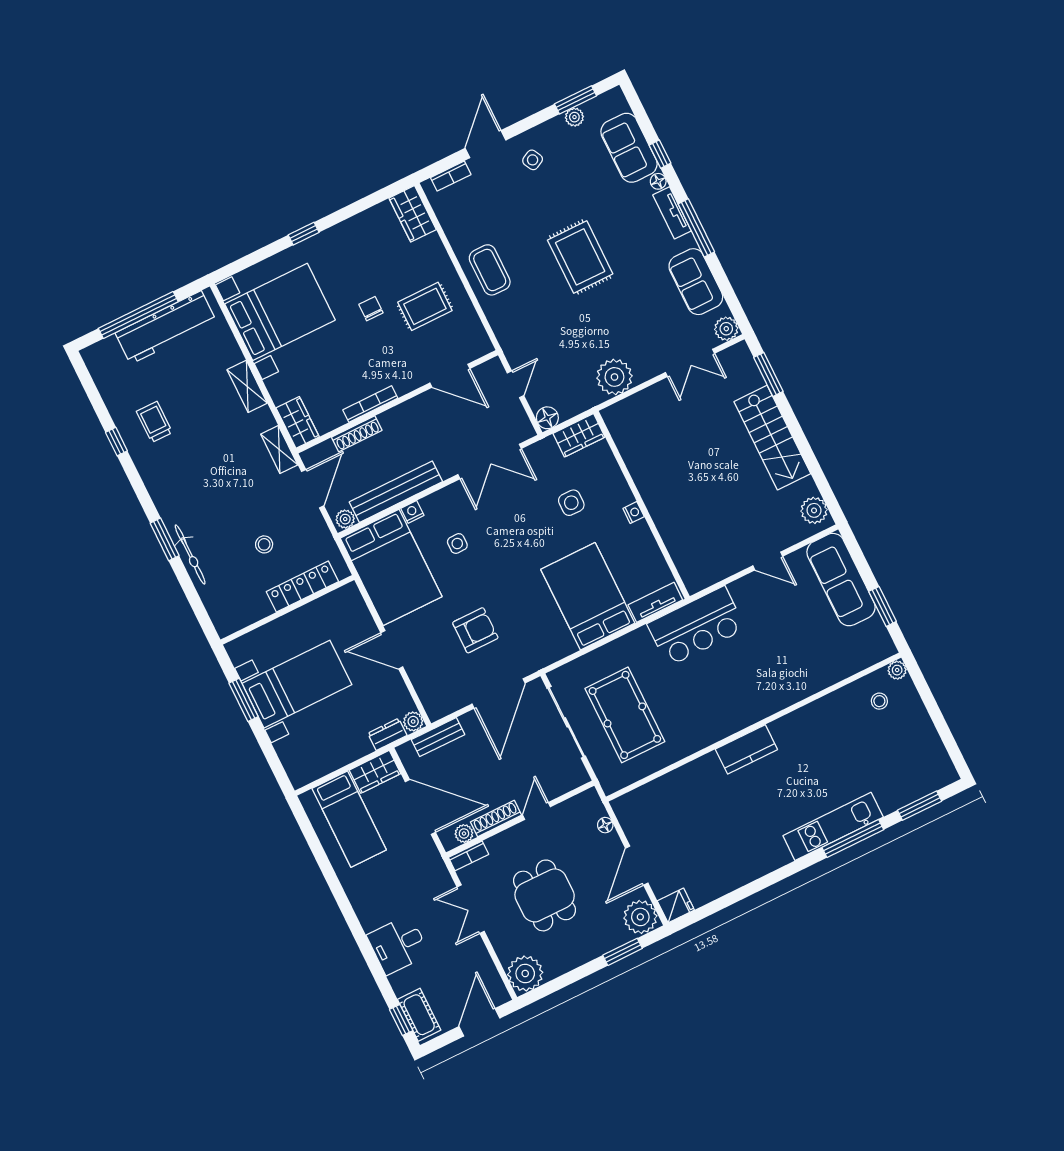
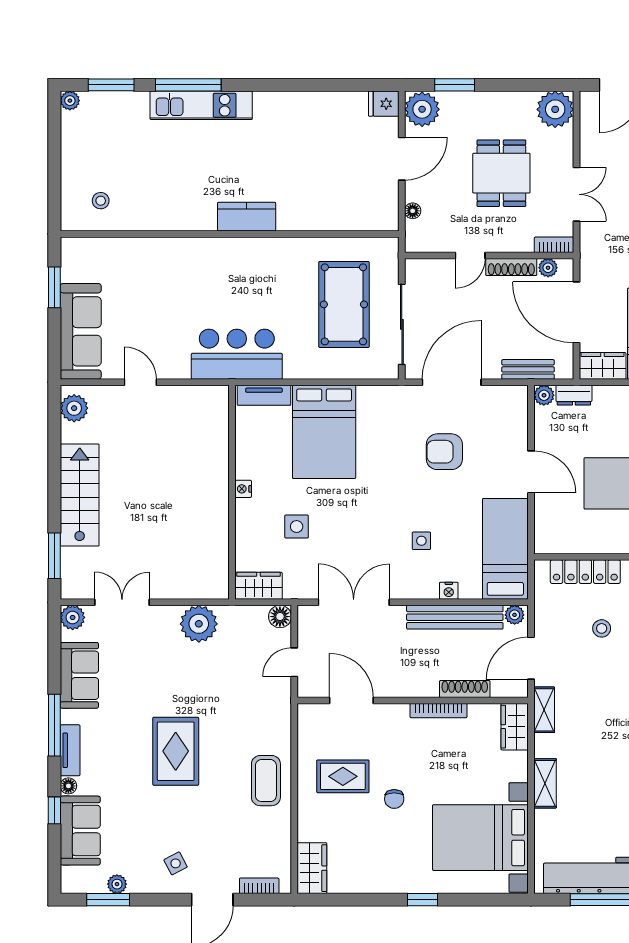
bed: (391, 567) -> (505, 549), width x0.67
plant: (897, 670) -> (70, 101), moved

